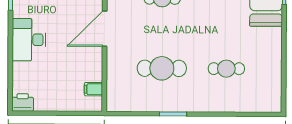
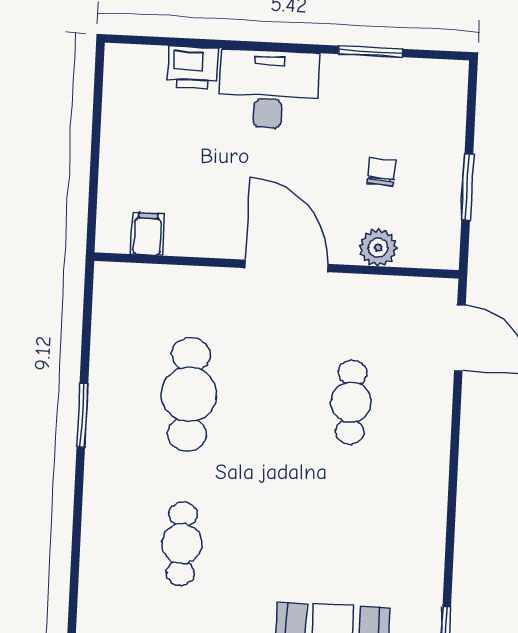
printer: (23, 102) -> (193, 68), moved, turned 90

